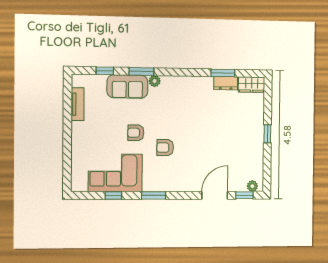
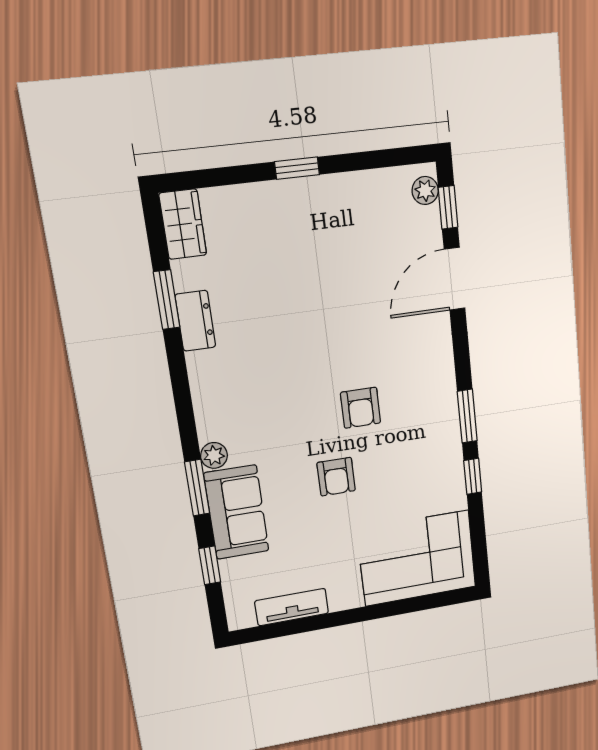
dresser: (226, 83) -> (195, 321), moved
corner sofa: (115, 173) -> (417, 558), moved, turned 90
window: (113, 195) -> (473, 476), moved
door: (215, 195) -> (455, 279), hinge flipped

